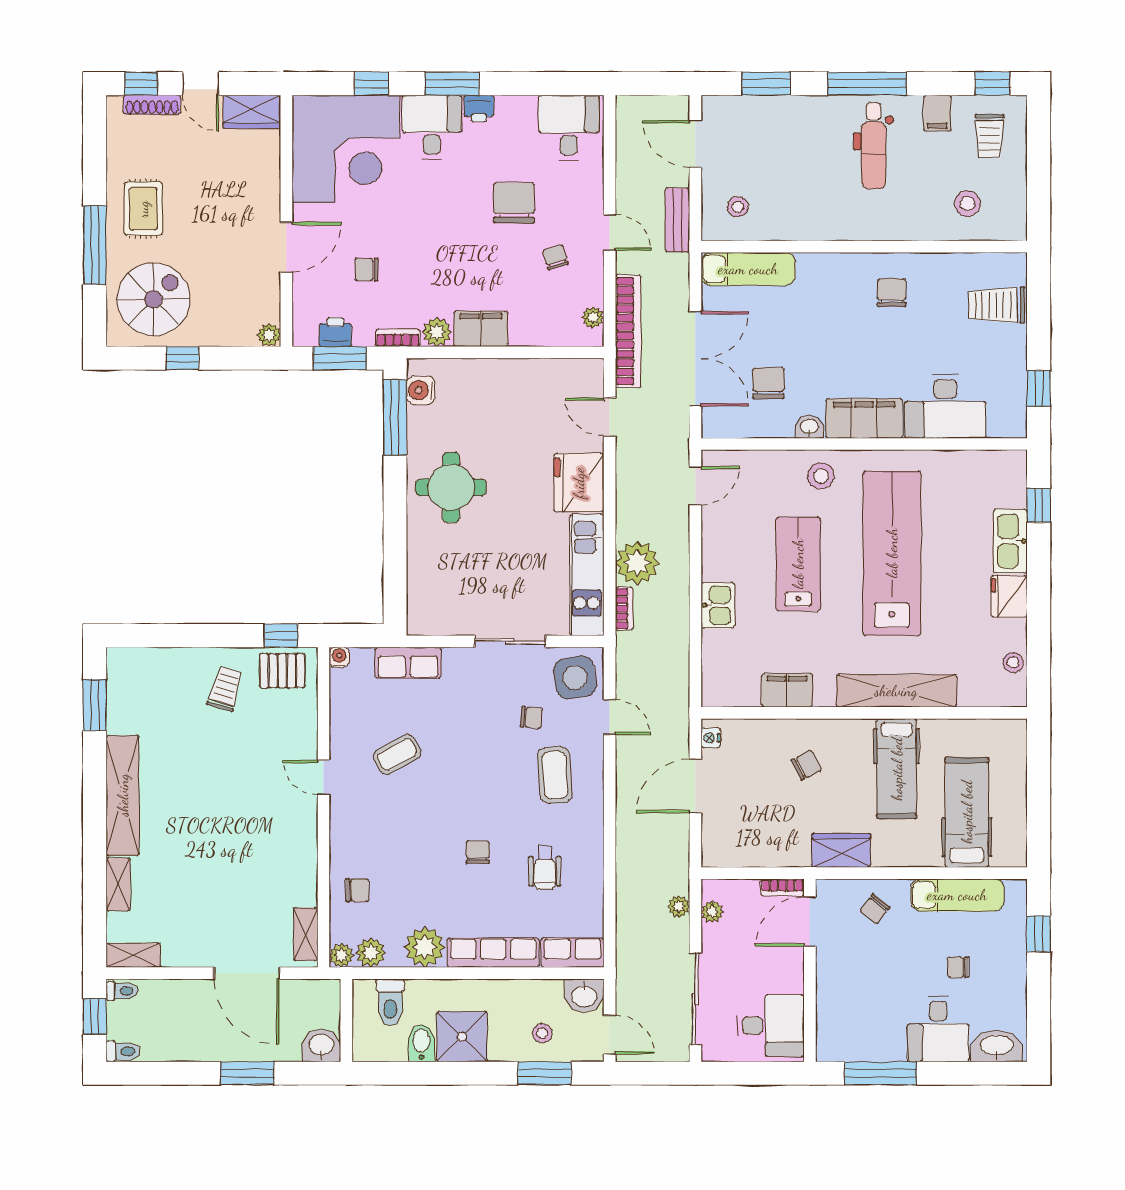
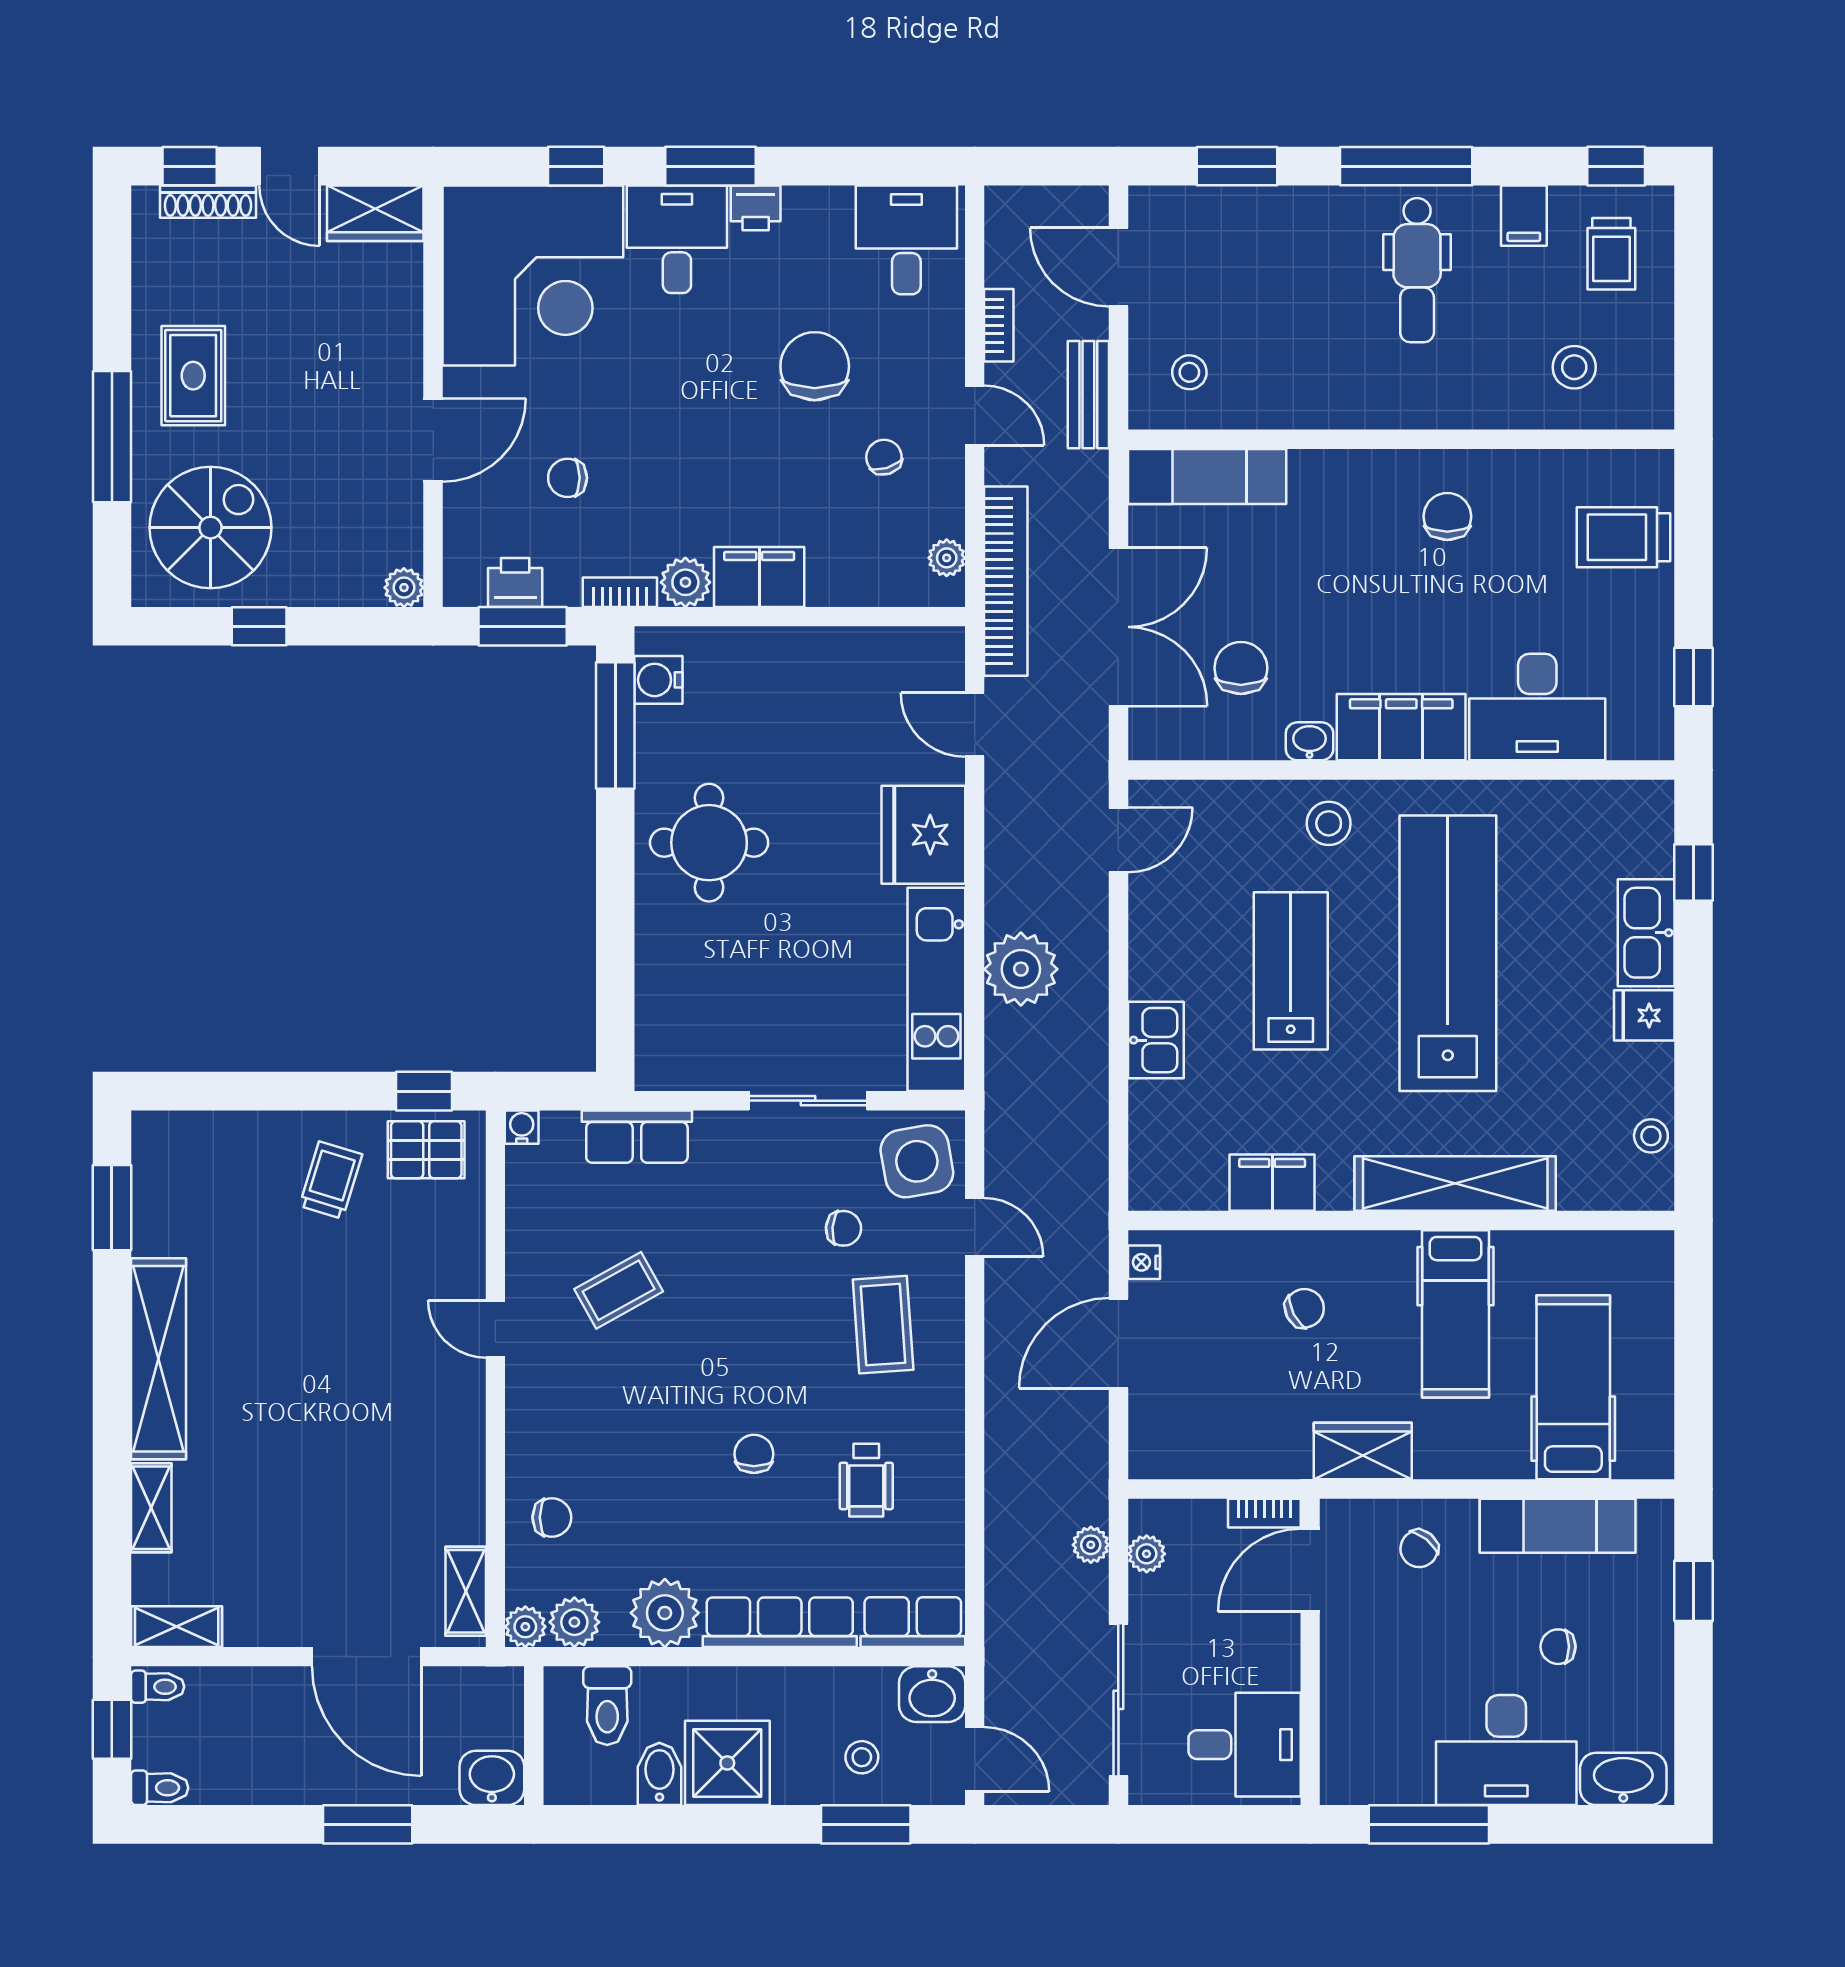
fridge: (1009, 596) -> (1644, 1015), width x0.72
bookcase: (624, 609) -> (999, 325), moved
desk: (938, 1029) -> (1506, 1750), width x1.37

